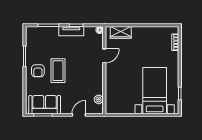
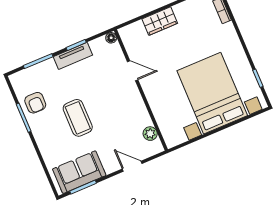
wardrobe: (121, 32) -> (160, 21), moved
door: (104, 56) -> (133, 71), hinge flipped
armchair: (38, 71) -> (35, 103), moved
bed with nightstands: (155, 91) -> (212, 93), width x1.36
door: (79, 115) -> (132, 166), hinge flipped

